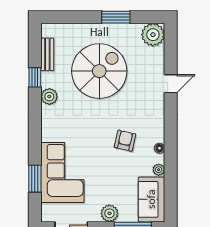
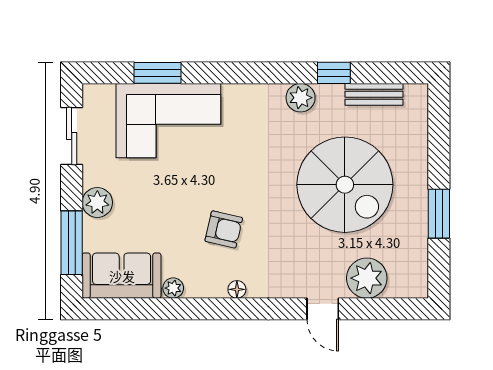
plant: (153, 35) -> (367, 278), moved
floor lamp: (159, 148) -> (237, 289), moved

